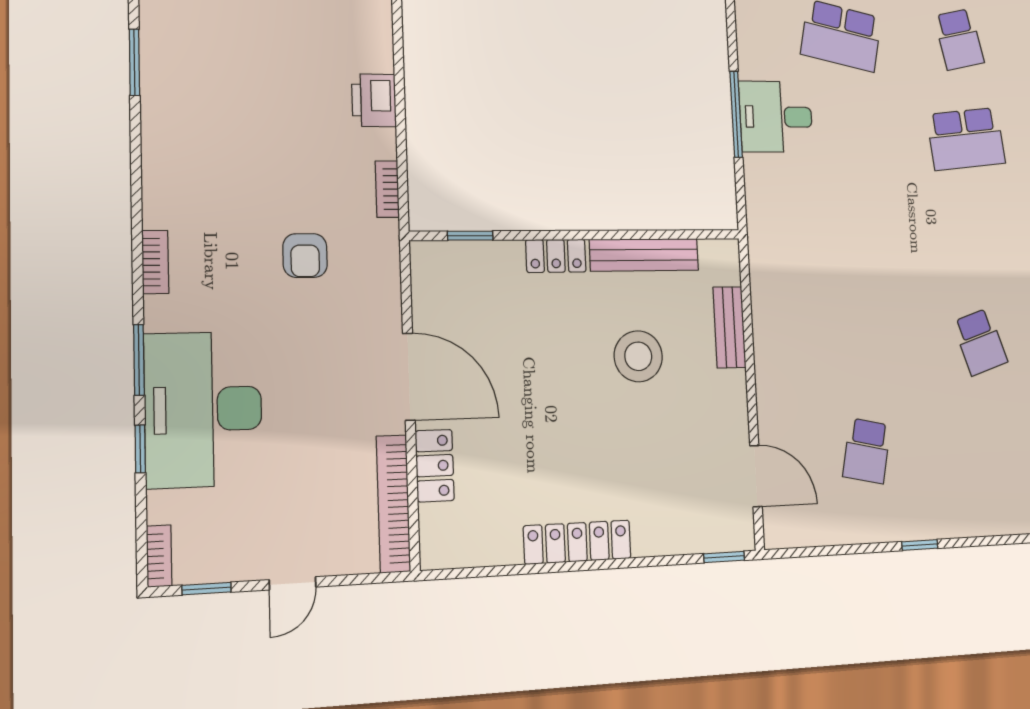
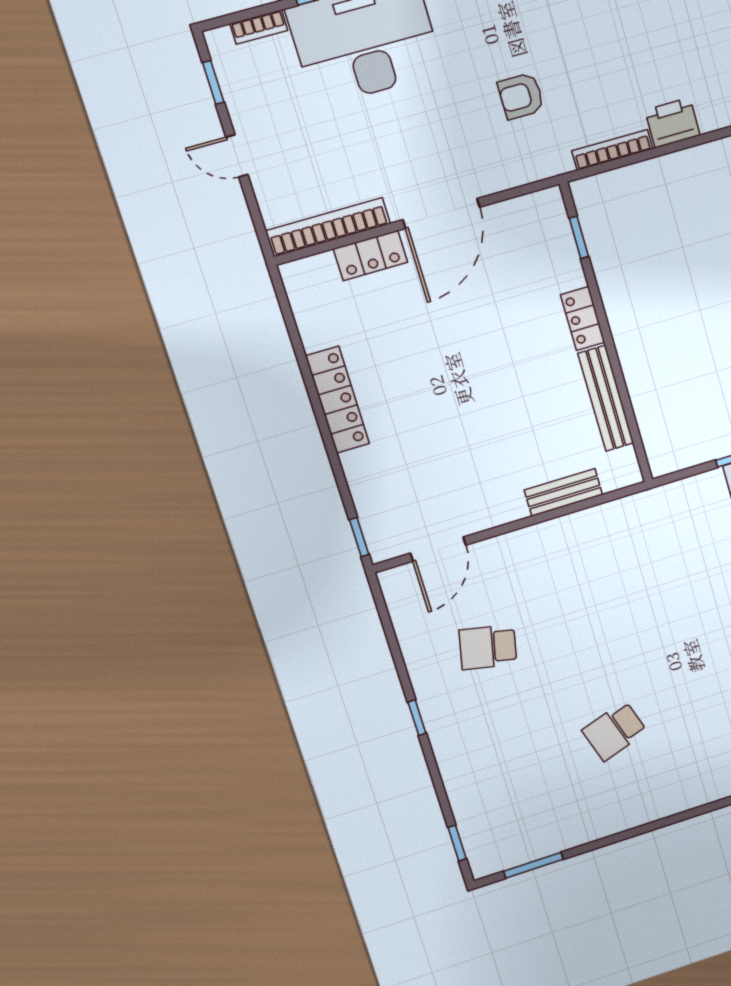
bookcase: (387, 189) -> (612, 150), width x1.56
stool: (638, 356) -> (515, 415), removed
bookcase: (159, 556) -> (259, 27), moved

